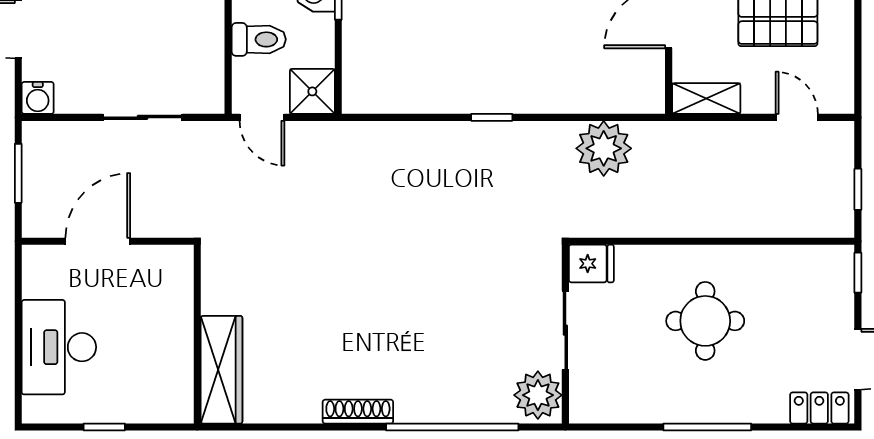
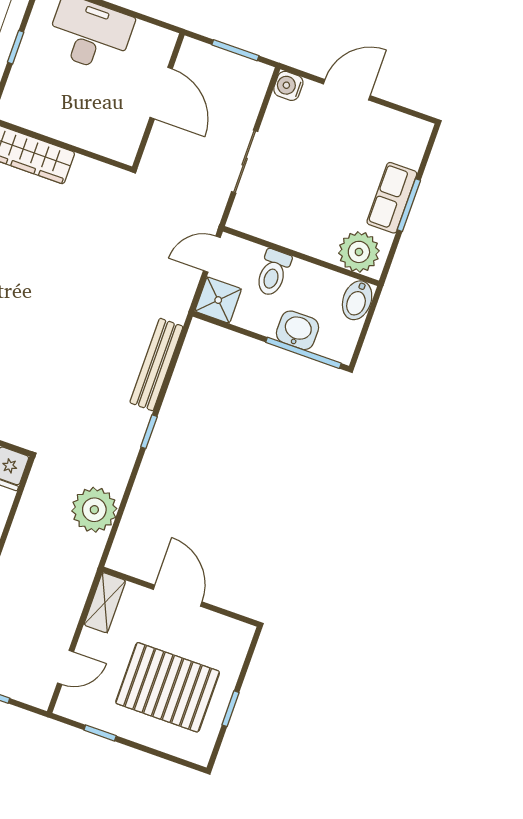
window: (858, 51) -> (100, 733), added
bench: (412, 136) -> (156, 365), added

